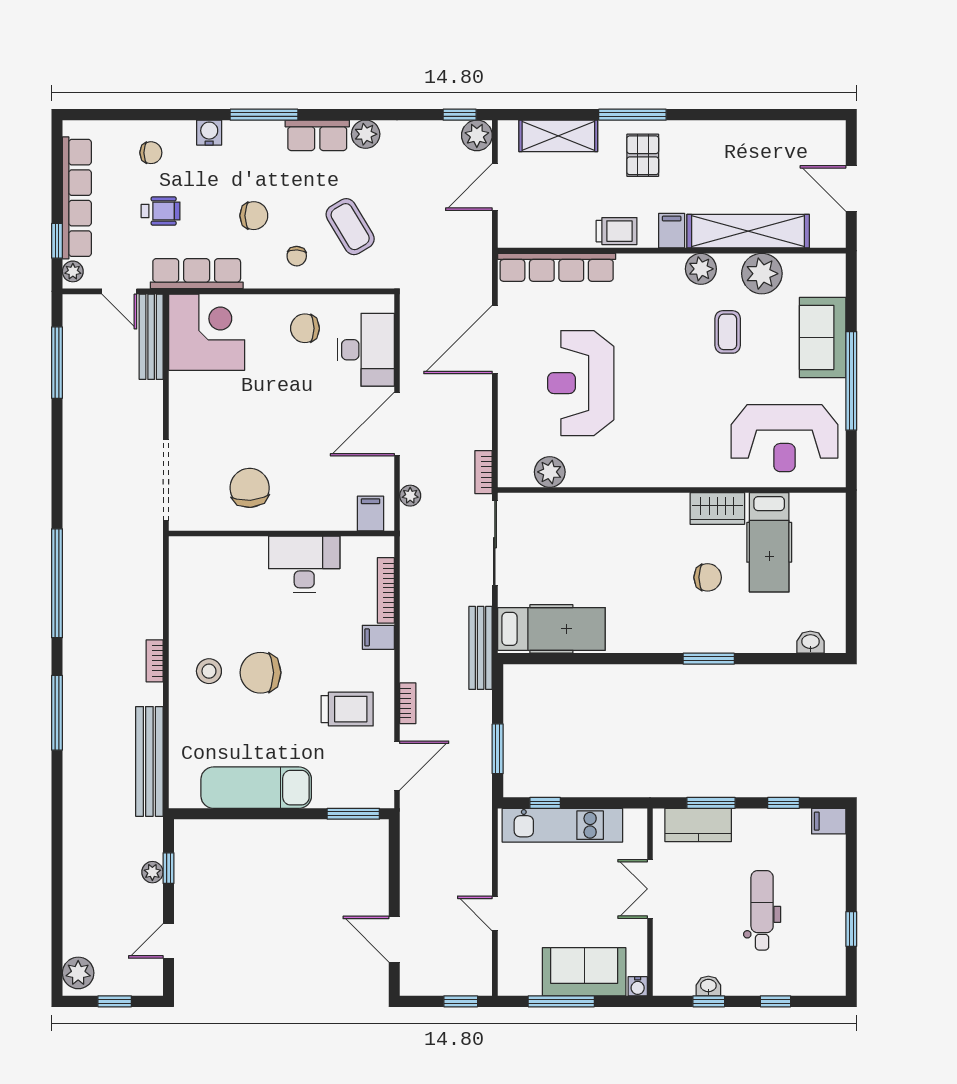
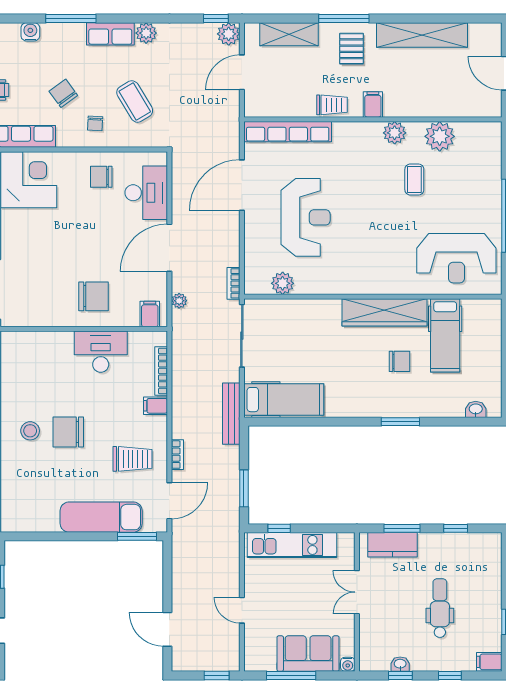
chair: (254, 216) -> (63, 93), turned -126
shelving: (748, 231) -> (422, 35), moved
sofa: (823, 337) -> (485, 184), removed
reception desk: (581, 383) -> (306, 217), turned 180
chair: (250, 488) -> (93, 296), moved, turned 94
wardrobe: (717, 509) -> (385, 312), width x2.10, depth x1.17
exam couch: (256, 788) -> (101, 517), moved
filing cabinet: (829, 821) -> (489, 662), moved

